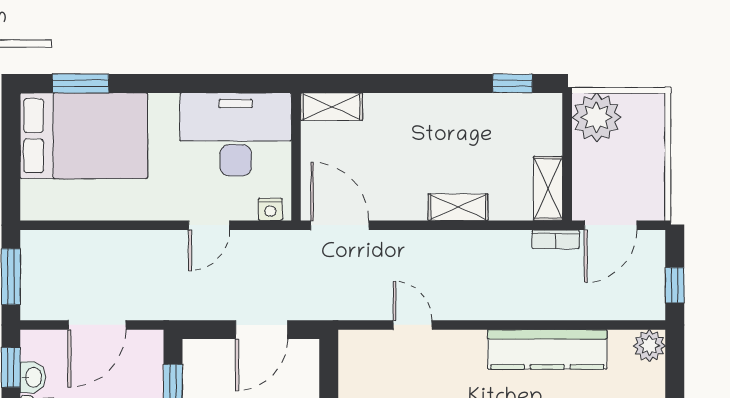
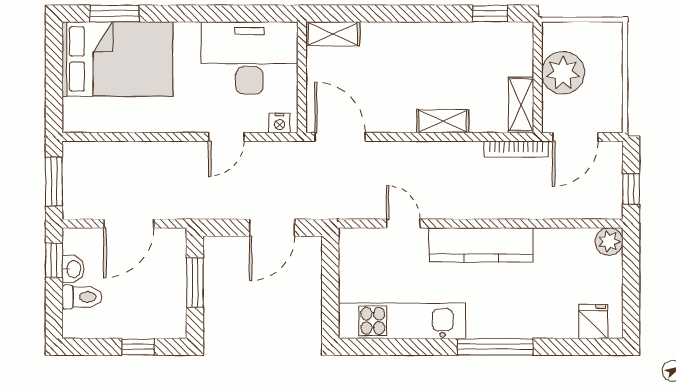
plant: (596, 117) -> (563, 73), moved
bookcase: (556, 239) -> (516, 149), width x1.56
kitchen counter: (547, 349) -> (481, 245), moved

